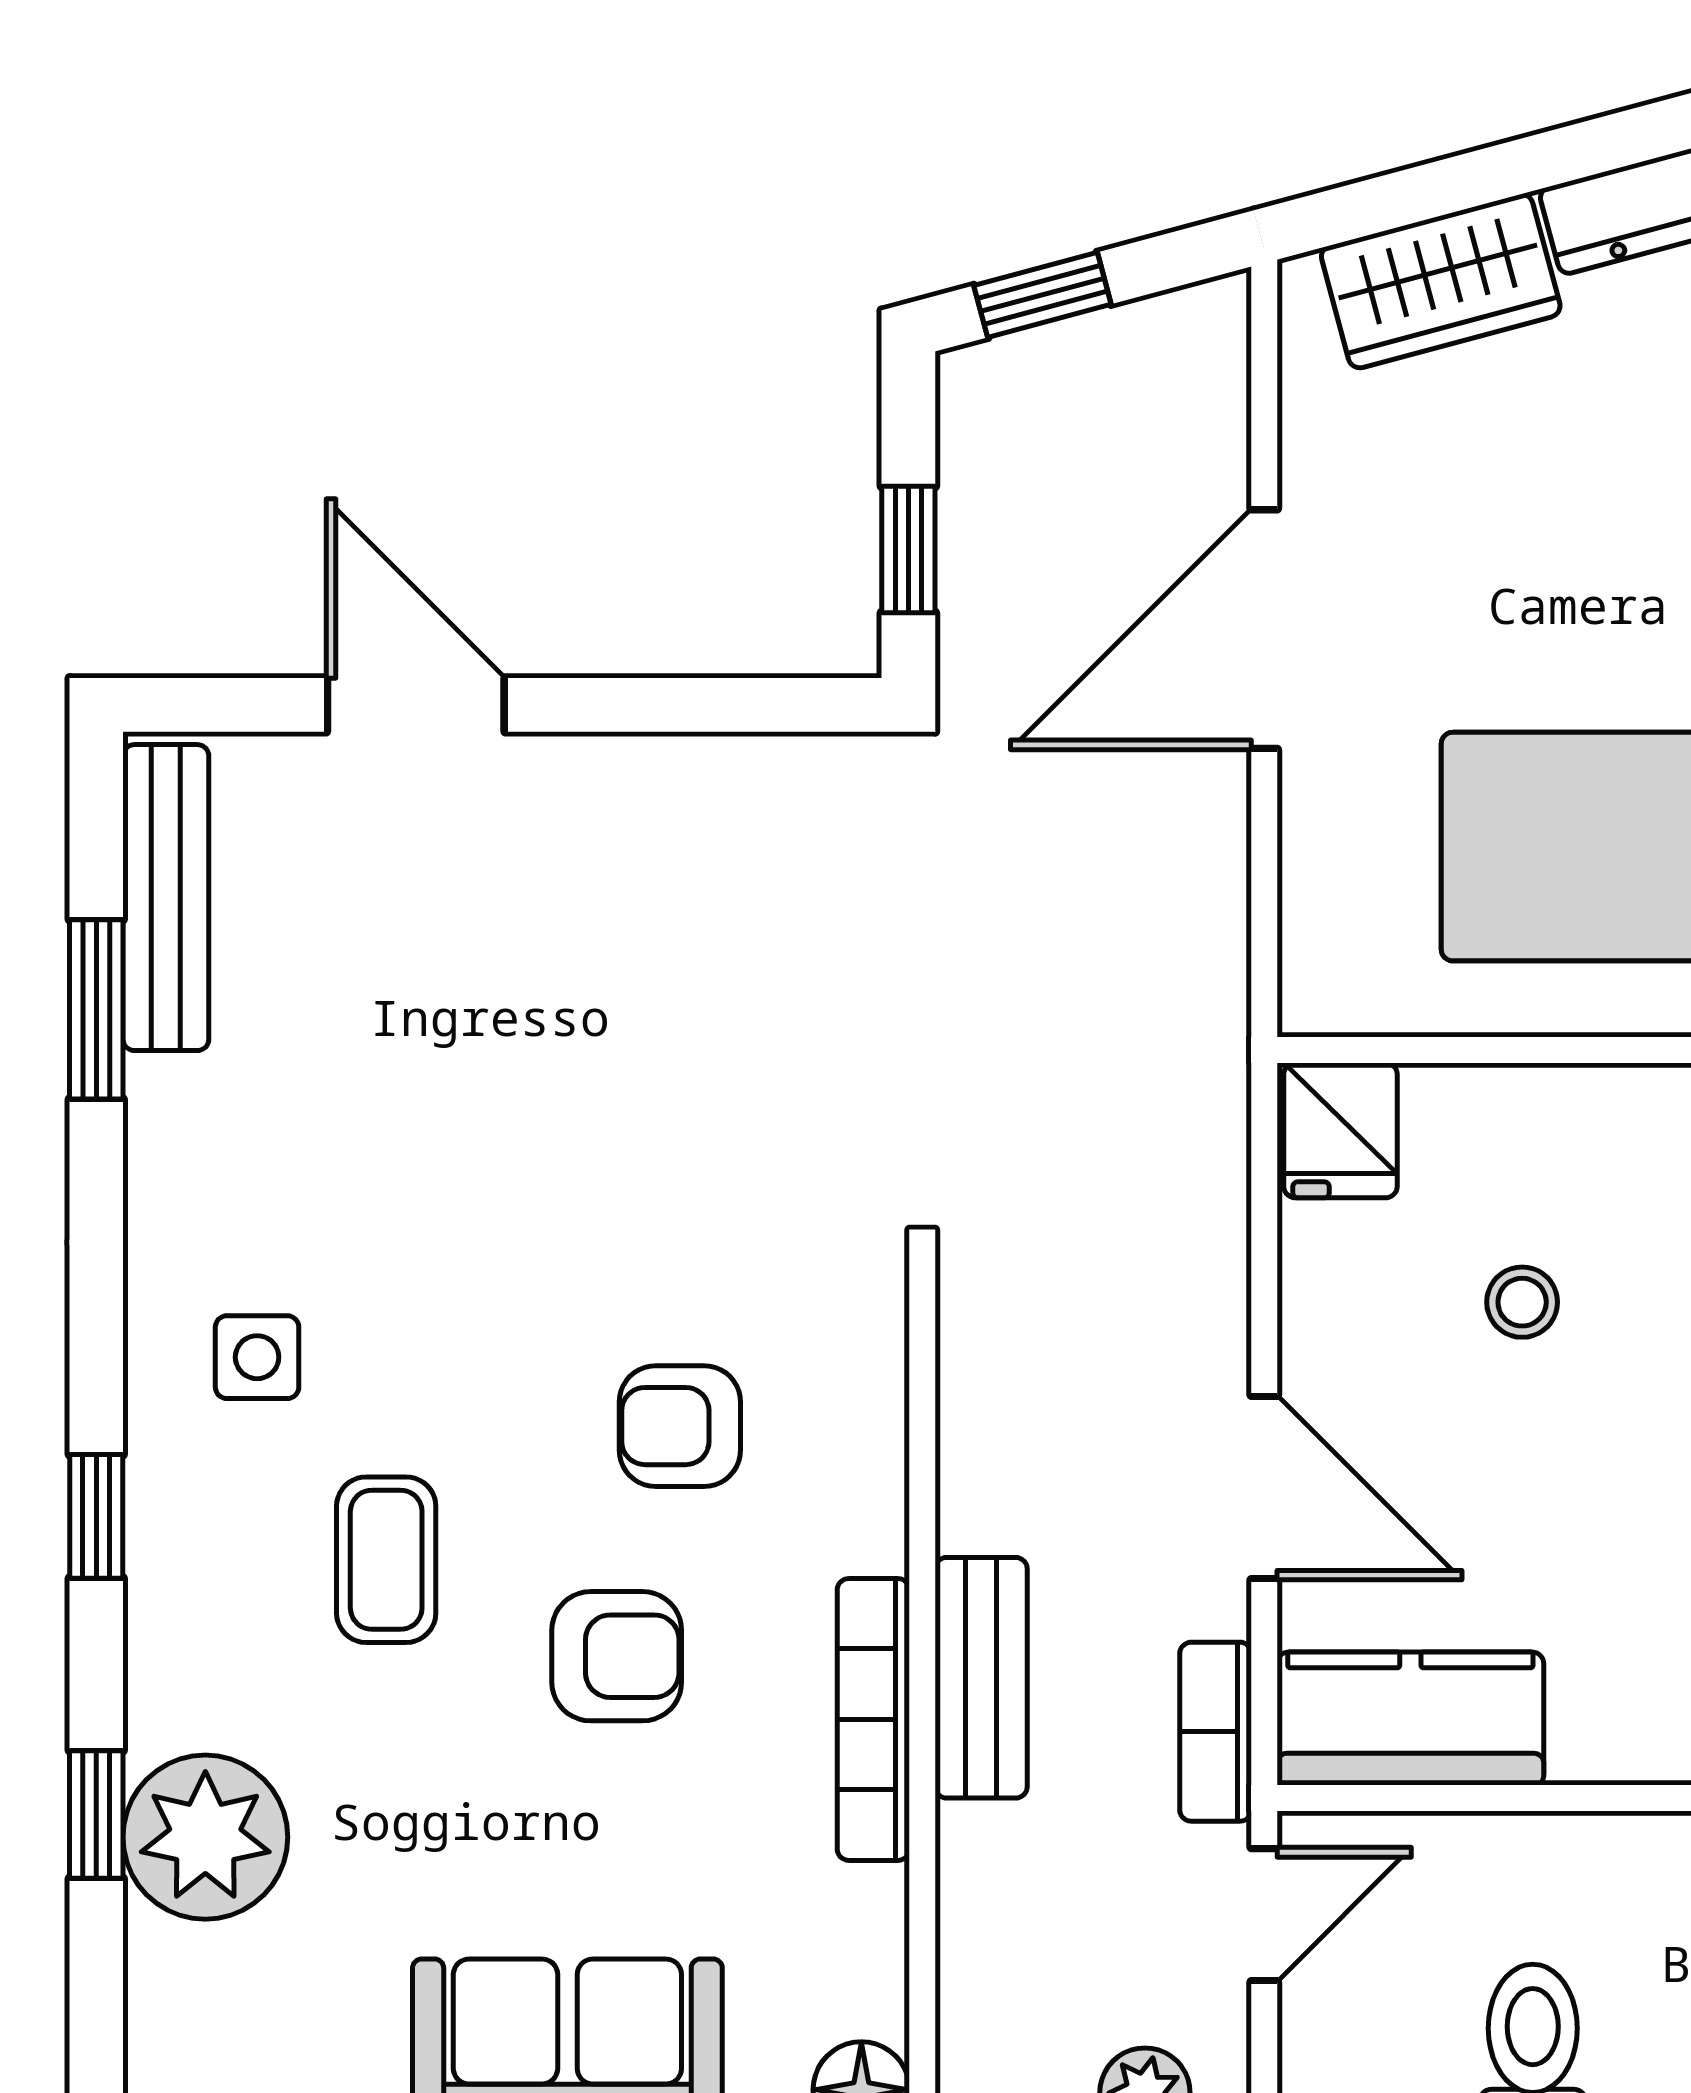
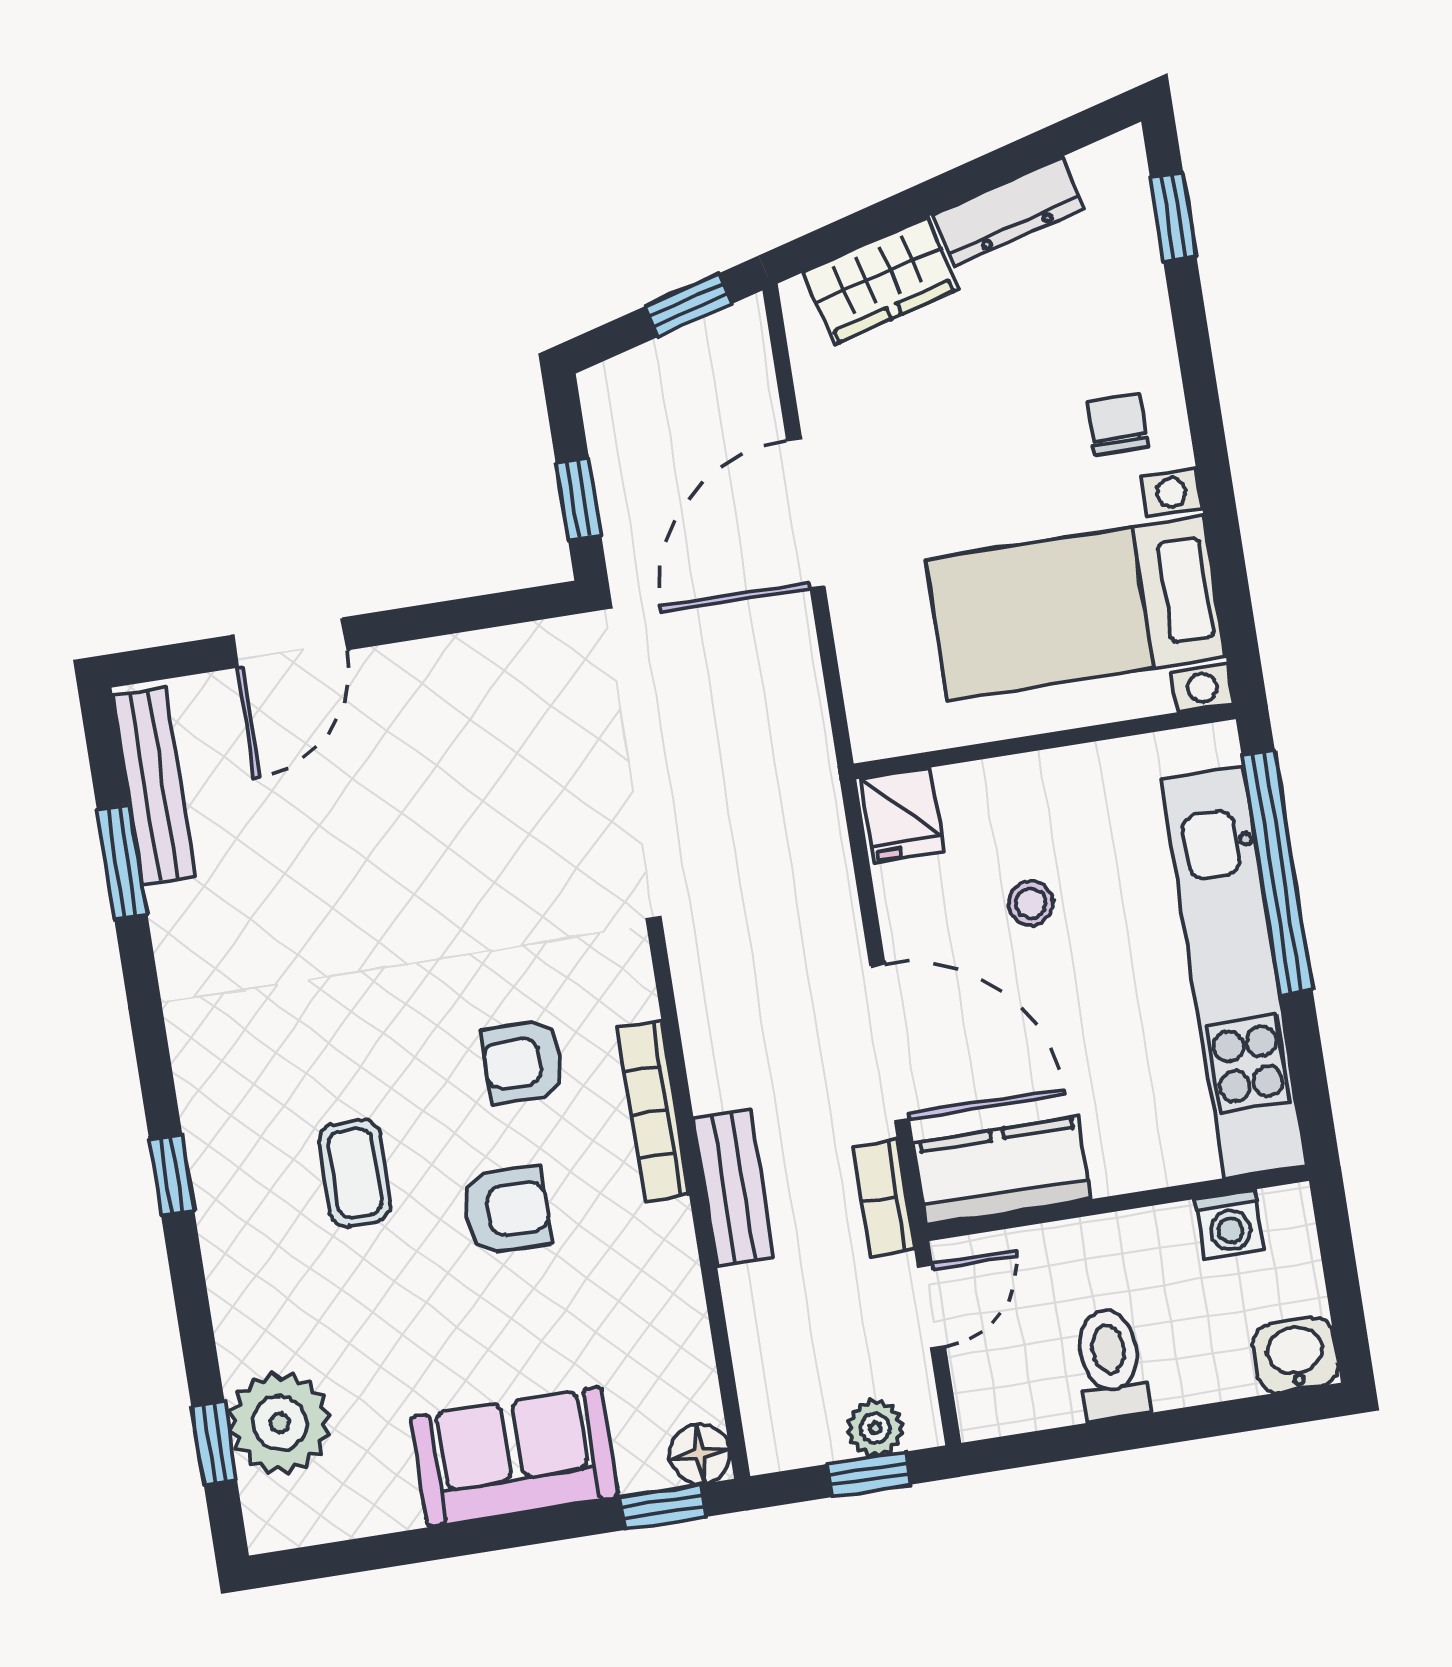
window: (1042, 295) -> (688, 305), moved
door: (416, 705) -> (290, 643), swing flipped
side table: (257, 1357) -> (255, 1061), removed
door: (1264, 1488) -> (890, 1043), width x1.36
bookcase: (873, 1719) -> (653, 1112), moved
window: (96, 1814) -> (214, 1443), moved
plant: (205, 1837) -> (280, 1423), moved

